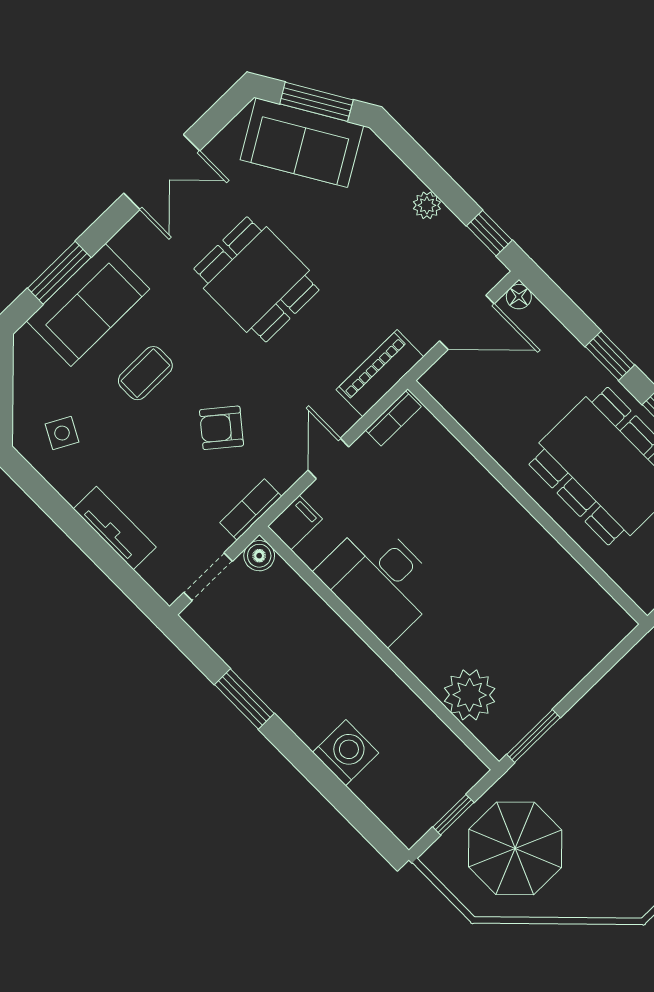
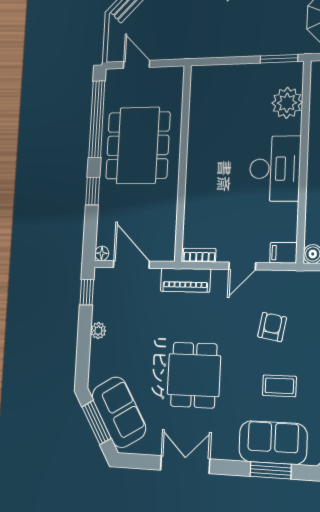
armchair: (221, 428) -> (272, 327), turned -119
bookcase: (251, 509) -> (296, 278), removed
desk: (380, 581) -> (275, 169), moved

